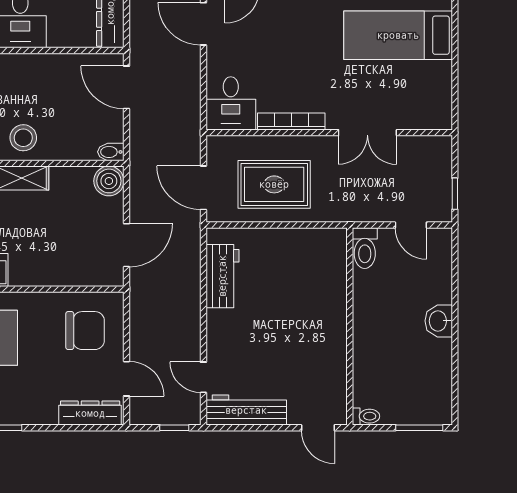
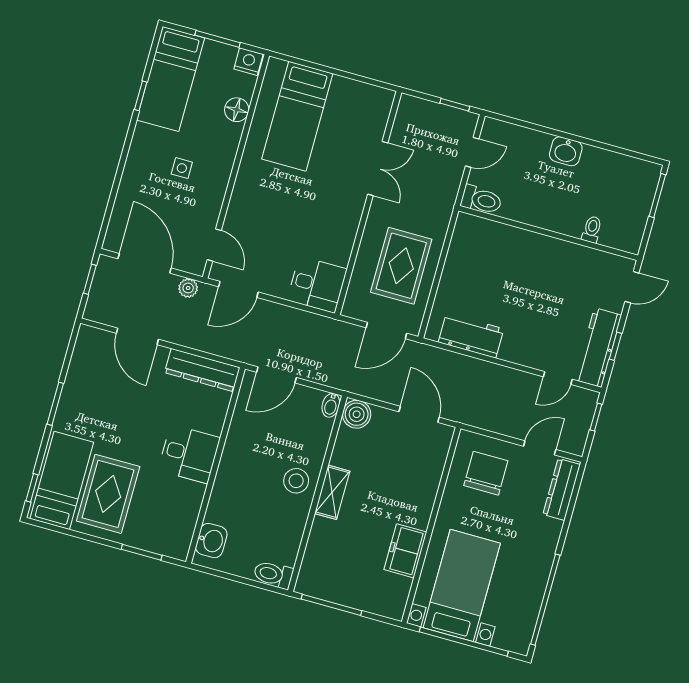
bookcase: (291, 121) -> (349, 235), removed
toilet: (366, 416) -> (592, 229), moved
window: (252, 428) -> (616, 346), added

